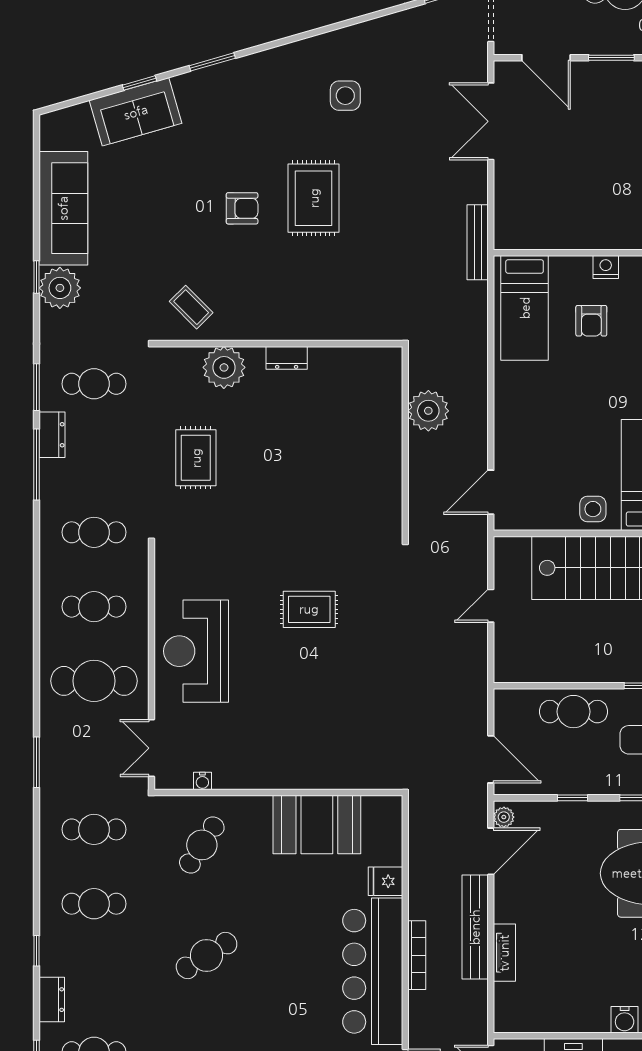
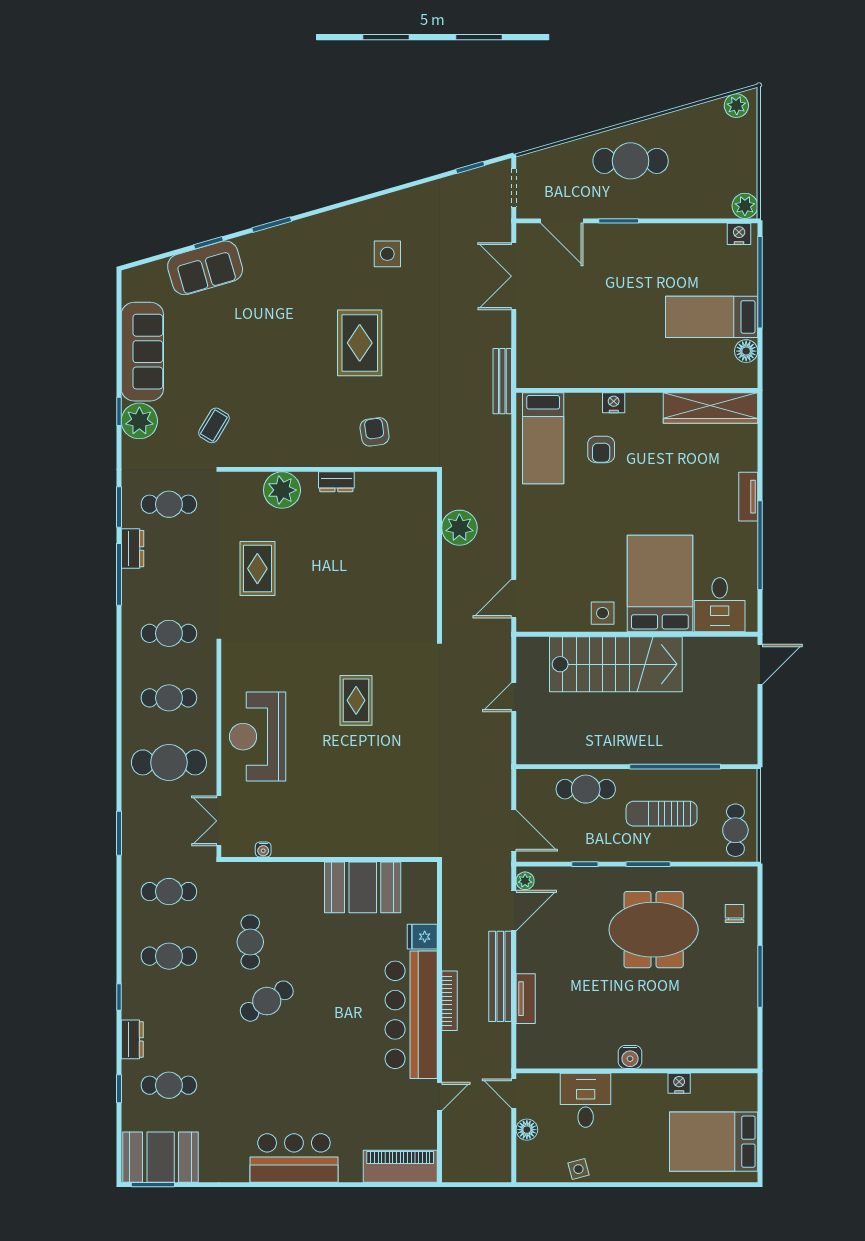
armchair: (242, 208) -> (375, 432), moved, turned -98
coffee table: (191, 307) -> (214, 425), moved, turned 76
rug: (309, 609) -> (356, 700), turned 90
cafe table: (202, 845) -> (250, 942), moved, turned -33

